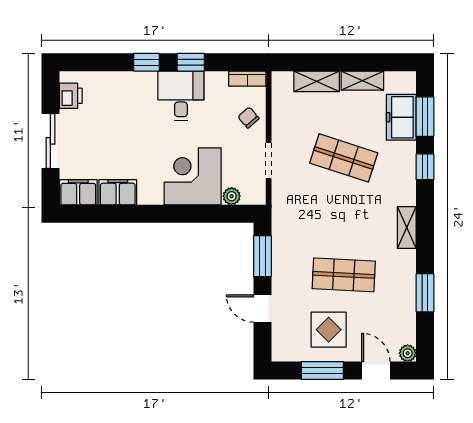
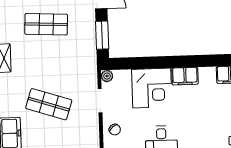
filing cabinet: (118, 192) -> (185, 76), moved
plant: (232, 196) -> (107, 76), moved

